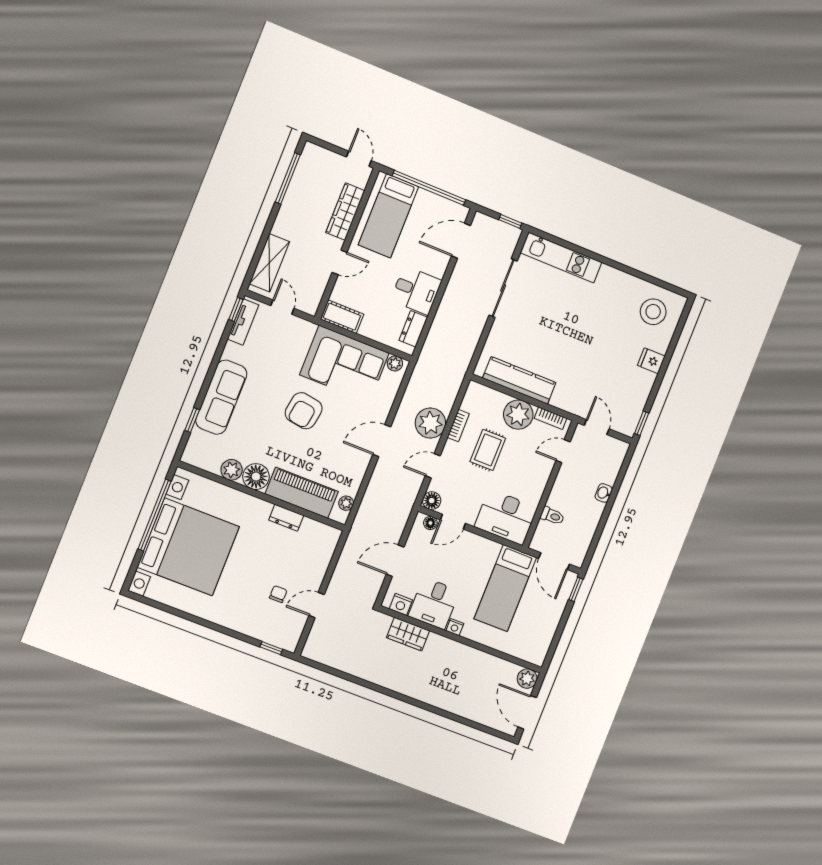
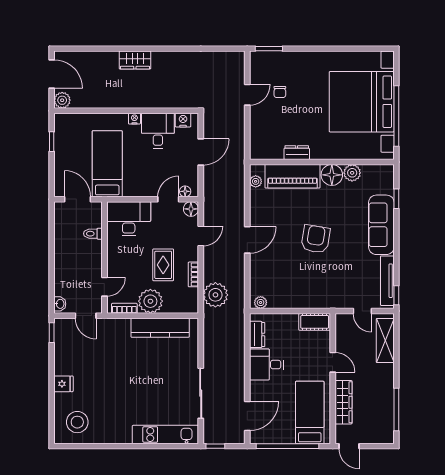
door: (340, 262) -> (333, 362), swing flipped
tv unit: (243, 322) -> (387, 281), width x1.41
corner sofa: (344, 364) -> (299, 287), removed
plant: (430, 423) -> (215, 295), moved
washbasin: (604, 493) -> (60, 304), moved
window: (576, 589) -> (52, 142), moved
wardrobe: (408, 634) -> (135, 60), moved, turned 180
window: (271, 648) -> (269, 49), width x1.50

